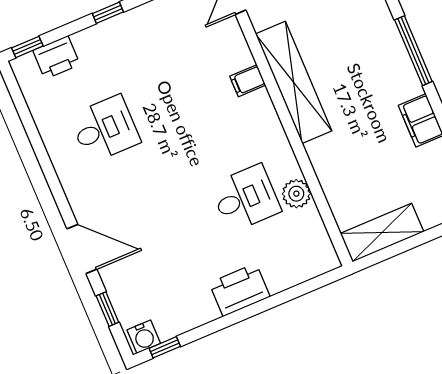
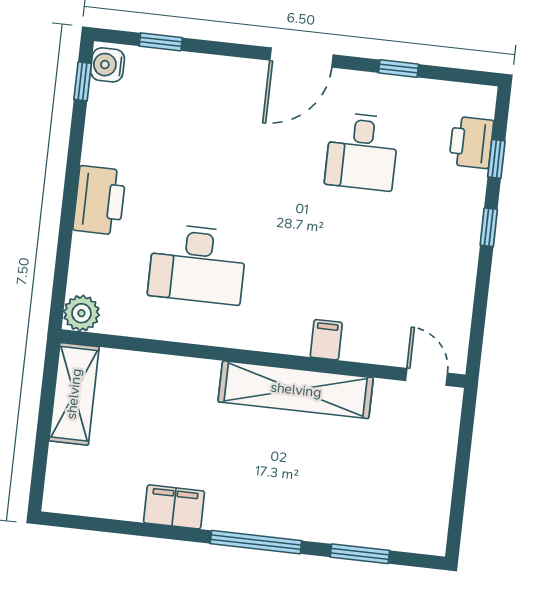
window: (27, 47) -> (496, 159), moved
window: (34, 136) -> (398, 68), added
plant: (296, 194) -> (81, 313), moved
desk: (245, 198) -> (197, 264), width x1.37
door: (82, 249) -> (302, 58), moved

